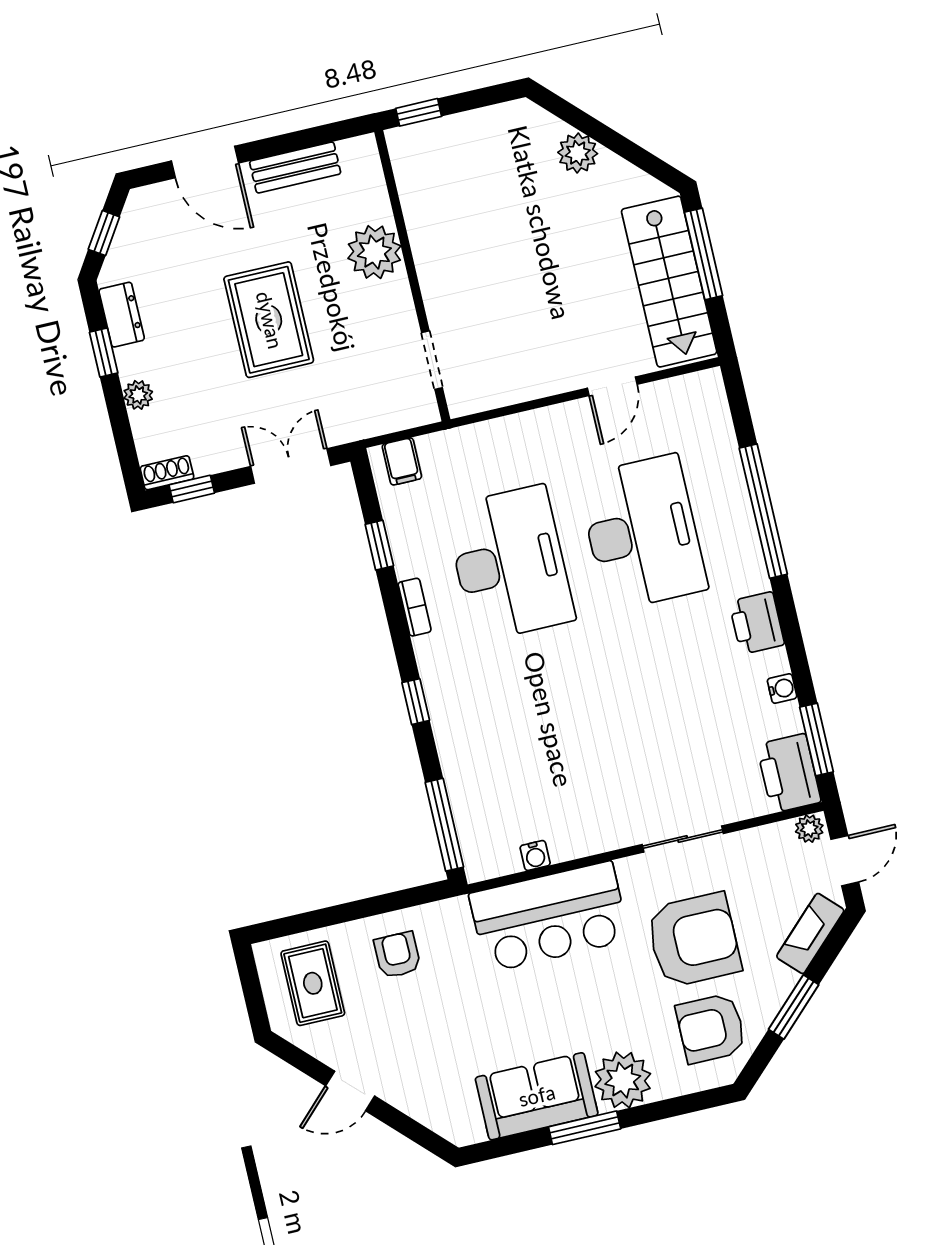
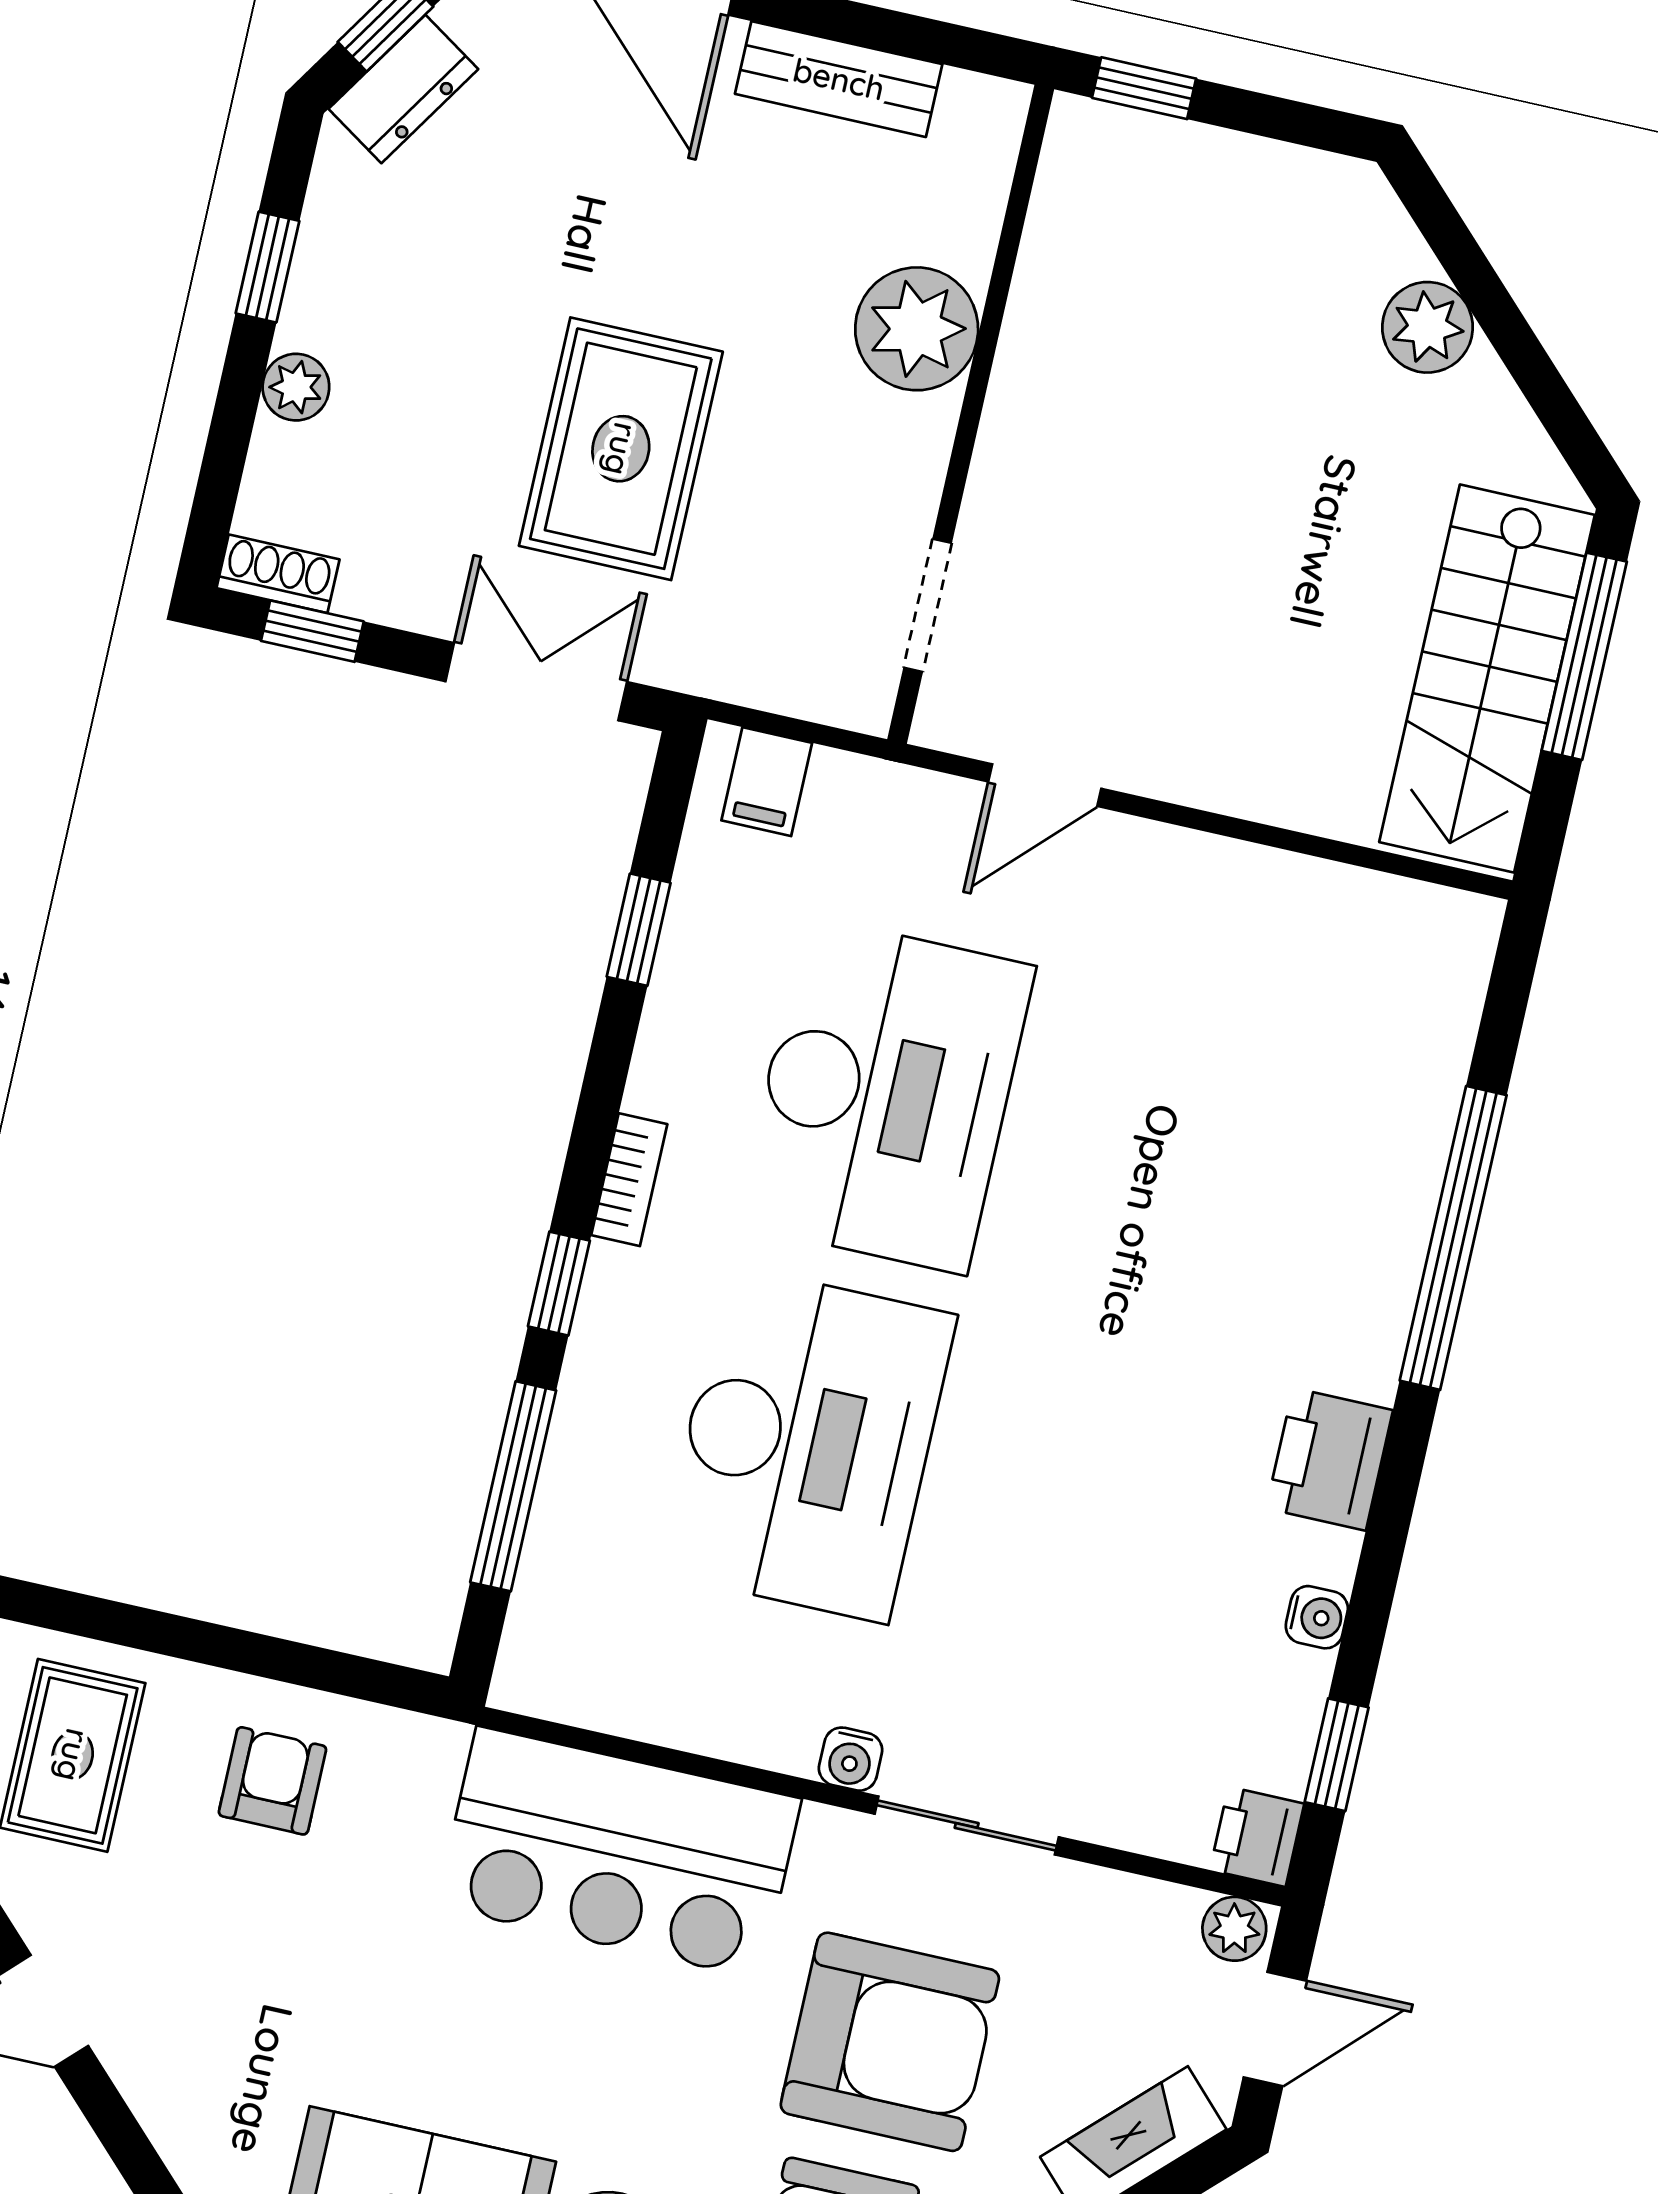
dresser: (122, 315) -> (403, 89), moved, turned 33
rug: (269, 320) -> (621, 449), moved
door: (612, 386) -> (1045, 785), moved
desk: (642, 533) -> (807, 1444), moved
bookcase: (415, 607) -> (629, 1180), moved
window: (817, 740) -> (1337, 1755), width x0.67
printer: (789, 773) -> (1257, 1837), width x0.53, depth x0.68
window: (444, 825) -> (513, 1486), moved
water cooler: (535, 855) -> (851, 1759), moved

